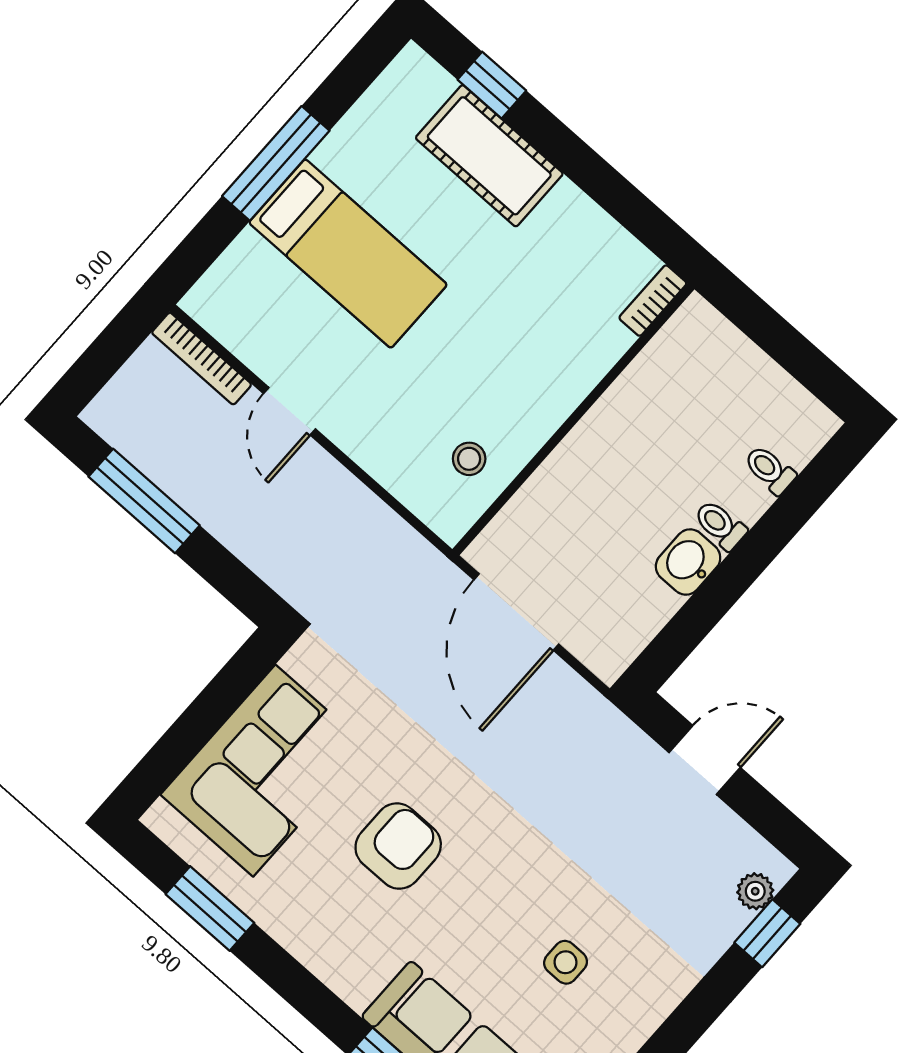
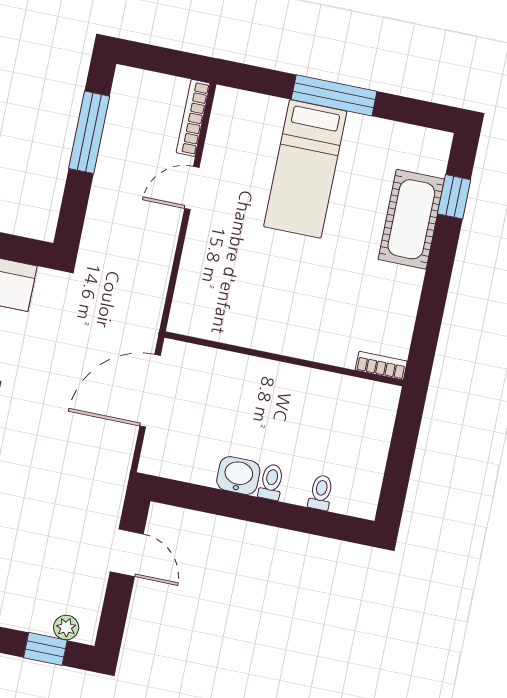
stool: (469, 459) -> (225, 311), removed

